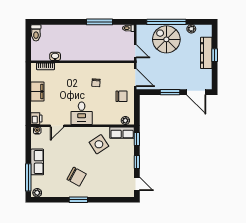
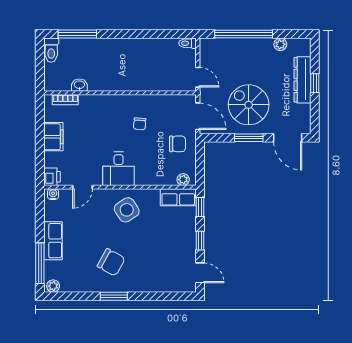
window: (100, 22) -> (77, 34), moved
spiral stairs: (166, 39) -> (249, 105), moved
side table: (99, 144) -> (127, 210), moved

